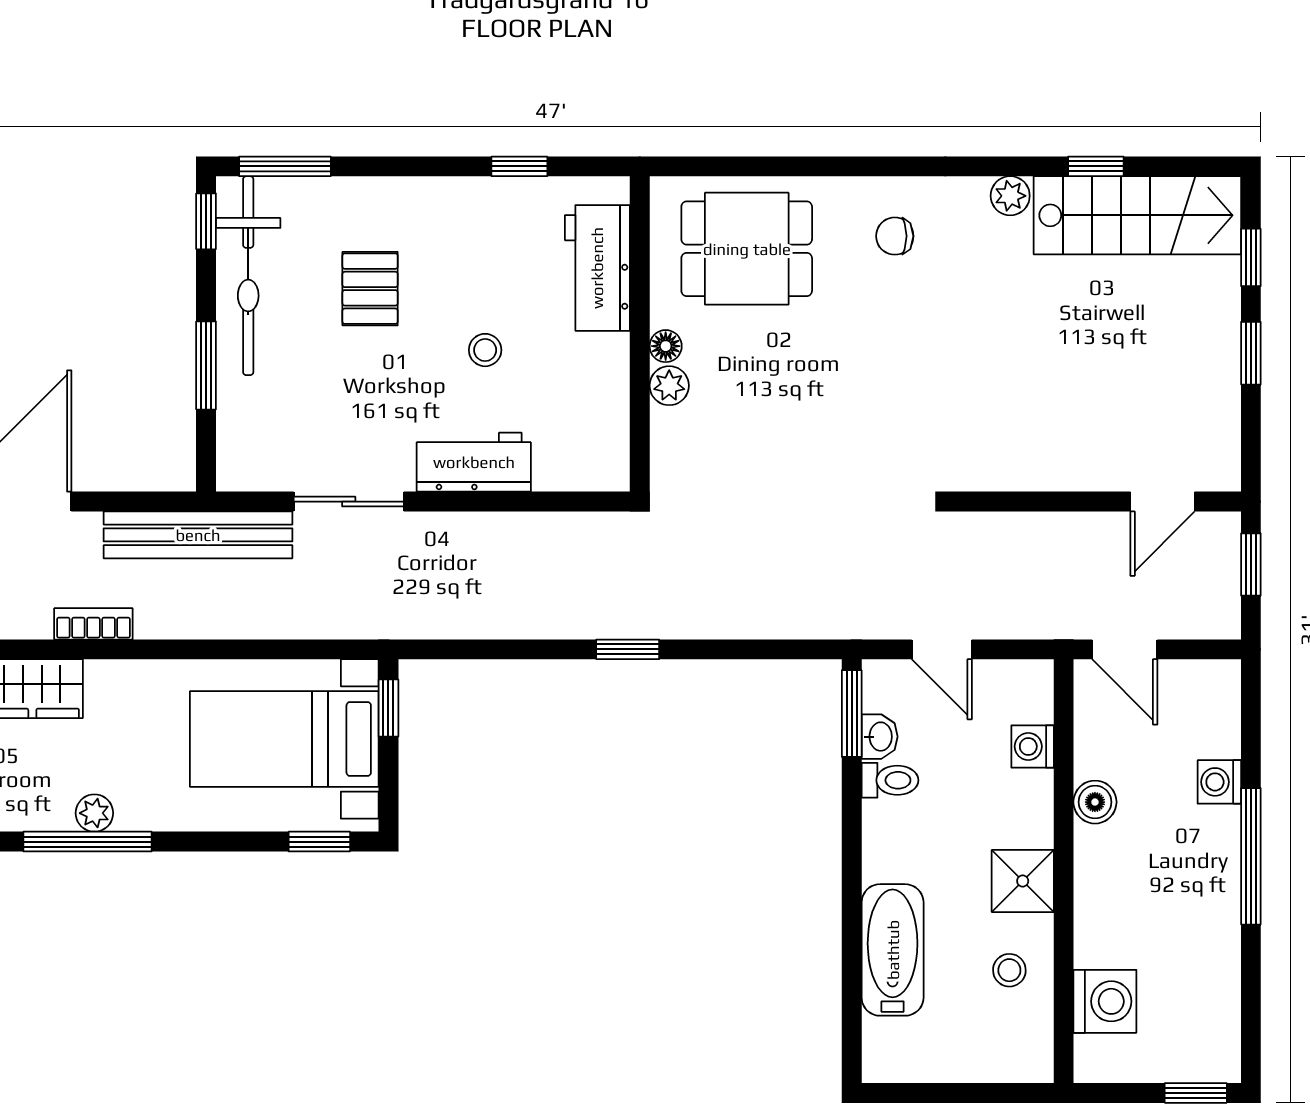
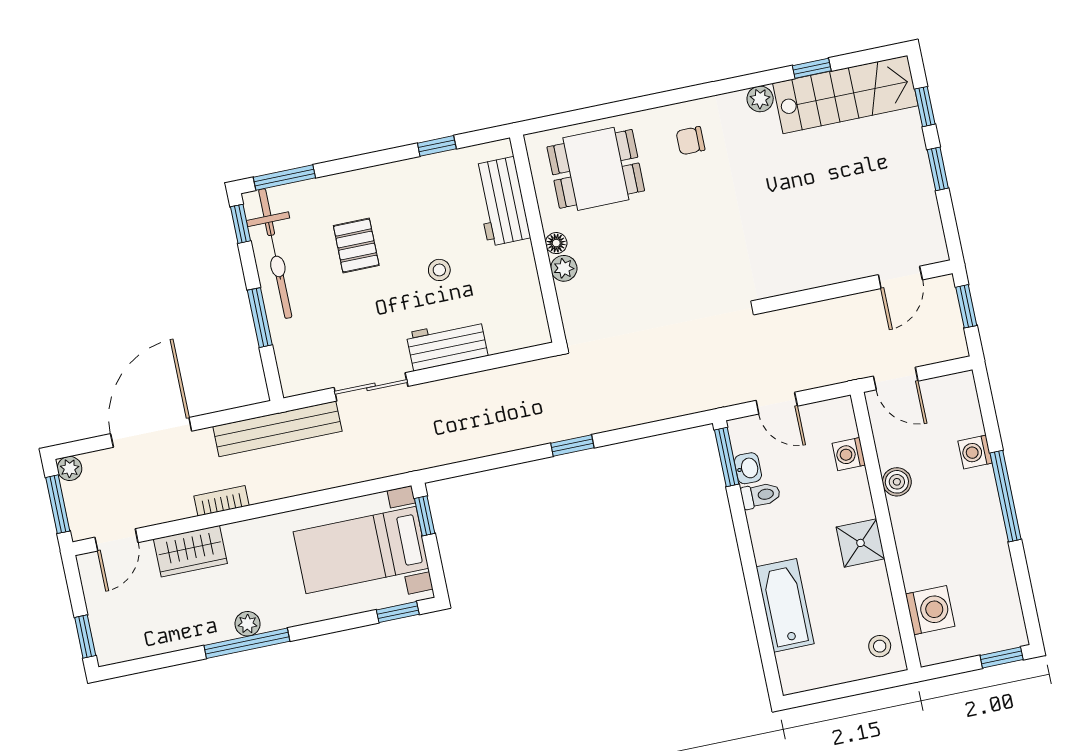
stool: (1009, 970) -> (880, 646), moved

